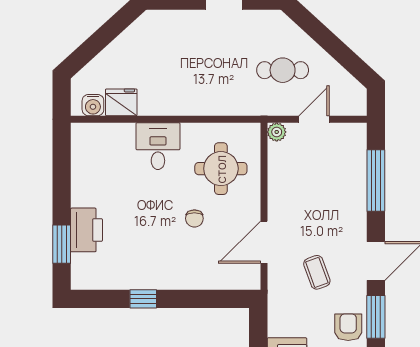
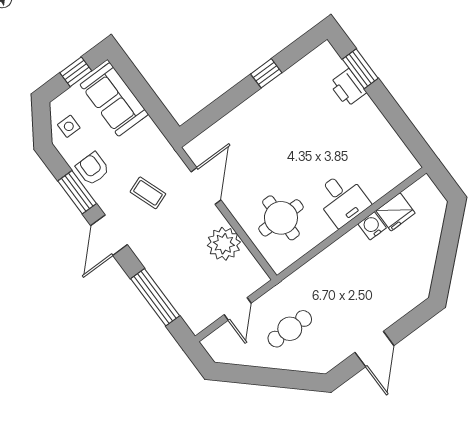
water cooler: (93, 105) -> (372, 226), moved
plant: (277, 132) -> (224, 244), moved, width x1.88, depth x1.88
chair: (194, 218) -> (273, 164), removed
printer: (86, 230) -> (348, 88), width x0.73, depth x0.84
armchair: (348, 327) -> (92, 169), turned 180

